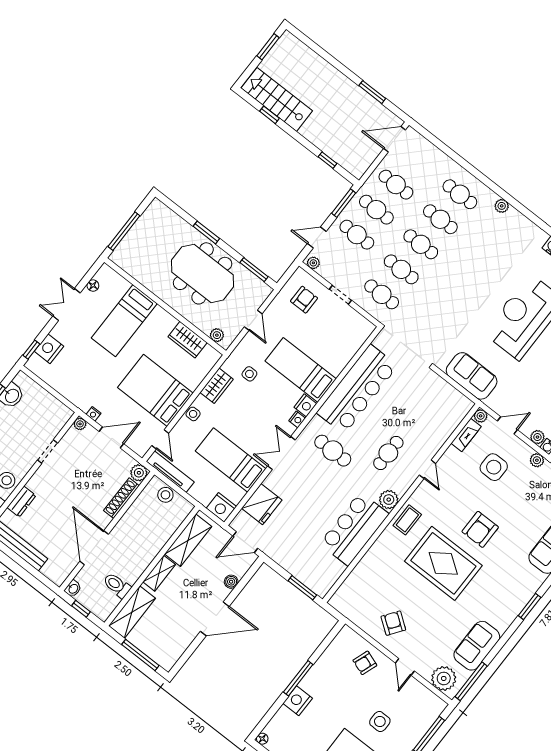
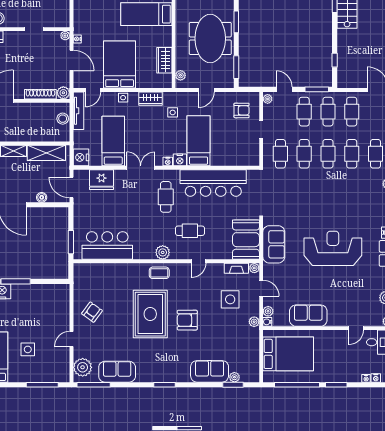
booth: (444, 401) -> (246, 240), added
bar counter: (354, 529) -> (107, 246), moved
armchair: (365, 663) -> (55, 314), removed

